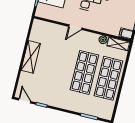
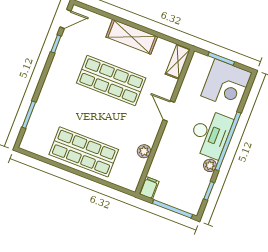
shelving: (118, 44) -> (178, 62), moved
shop shelf: (84, 72) -> (111, 80), moved

